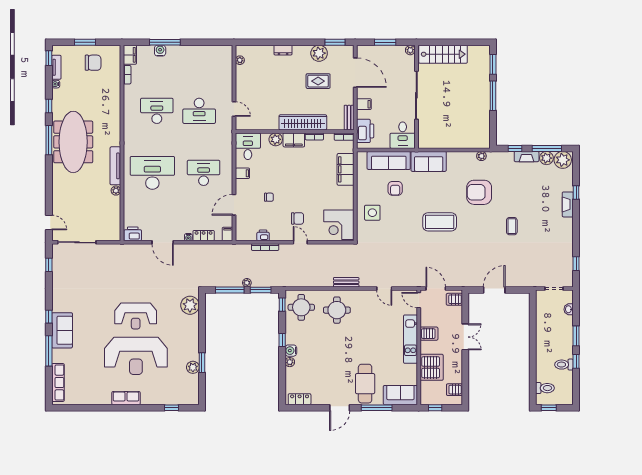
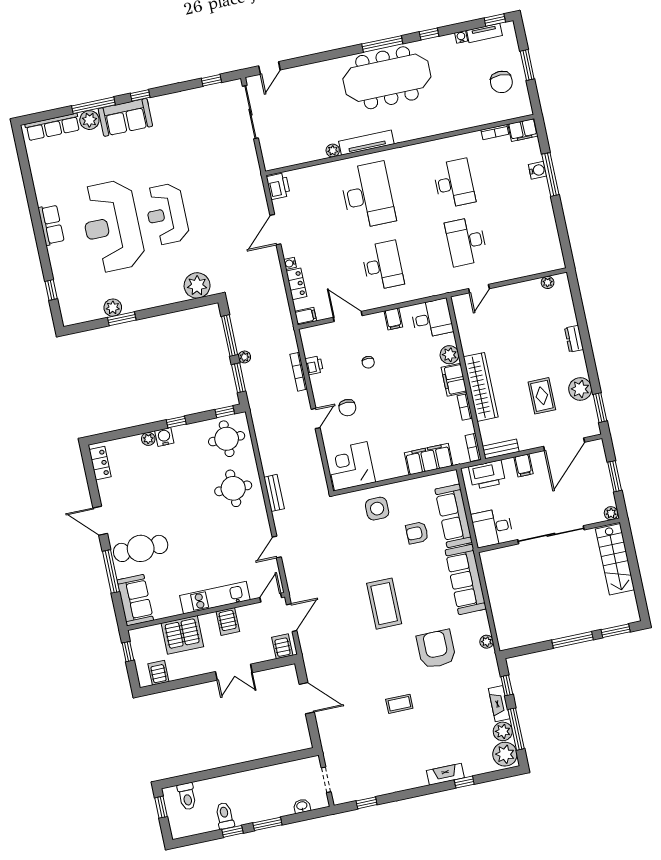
sofa: (429, 161) -> (466, 579), width x1.36
plant: (59, 356) -> (89, 120), added

